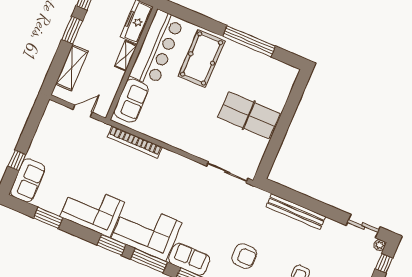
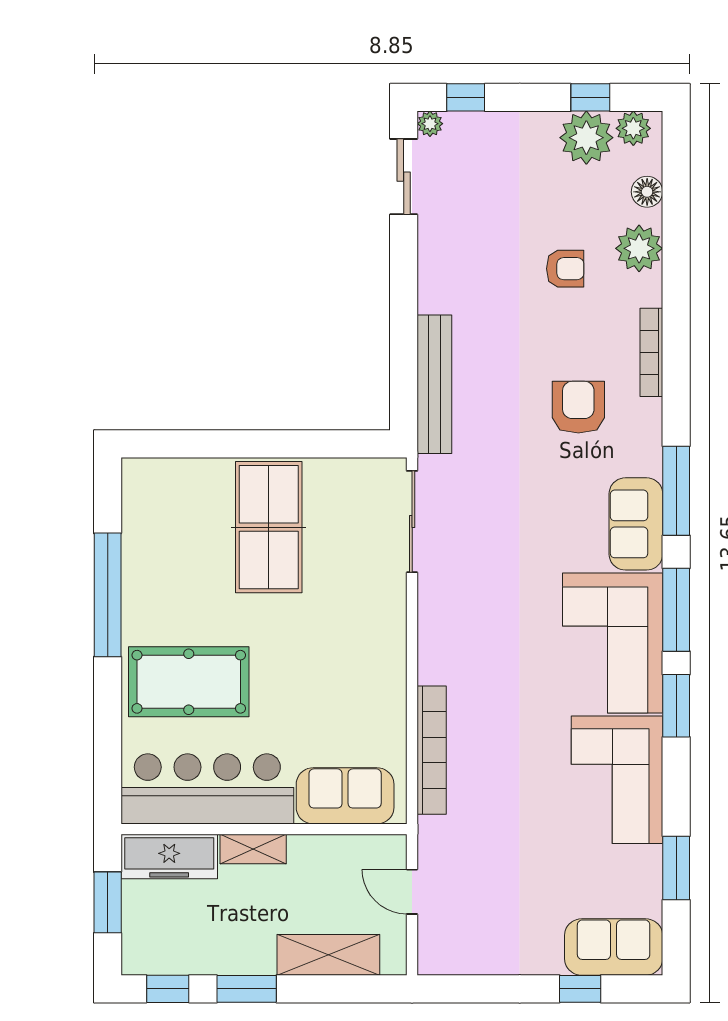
bench: (296, 212) -> (434, 384), moved

